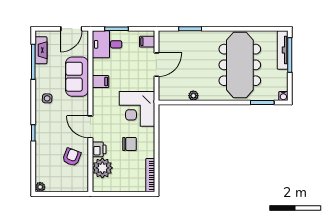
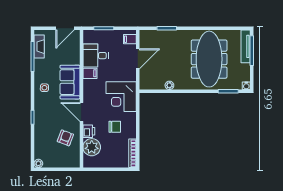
desk: (107, 44) -> (96, 56), moved
sofa: (77, 77) -> (70, 82), moved

